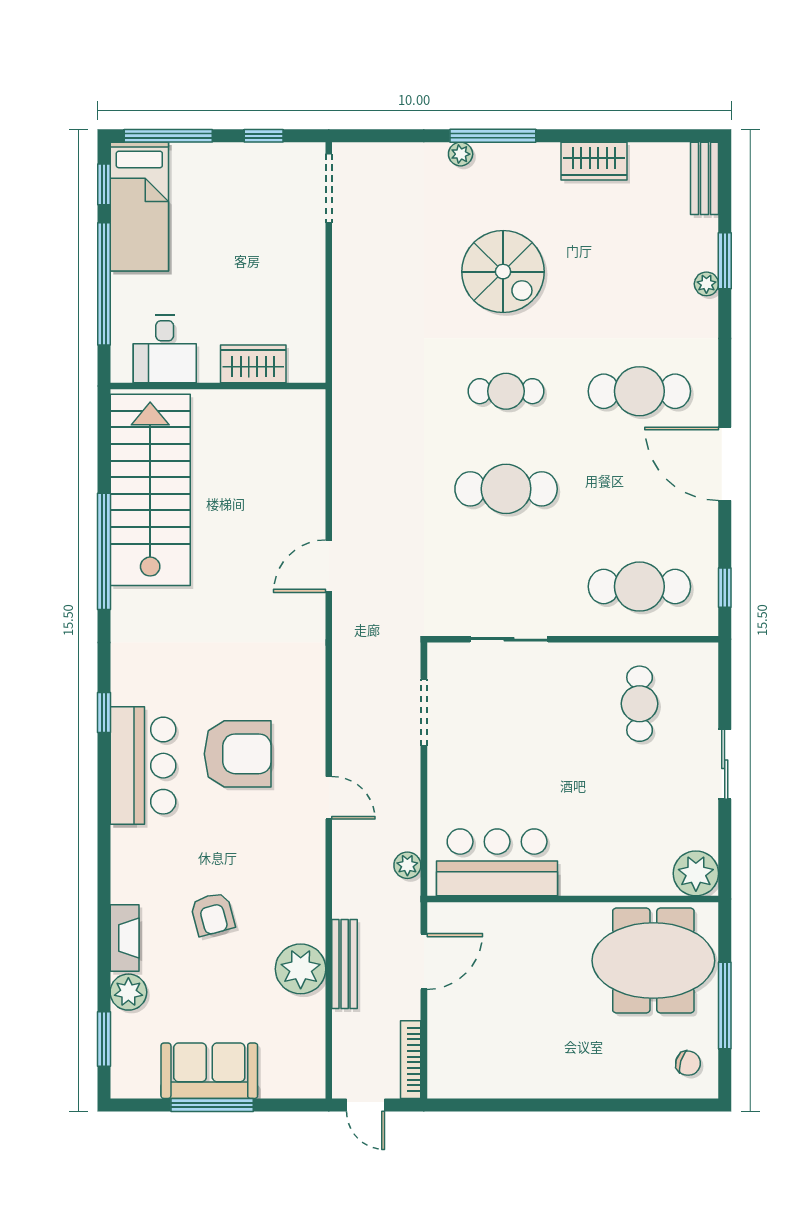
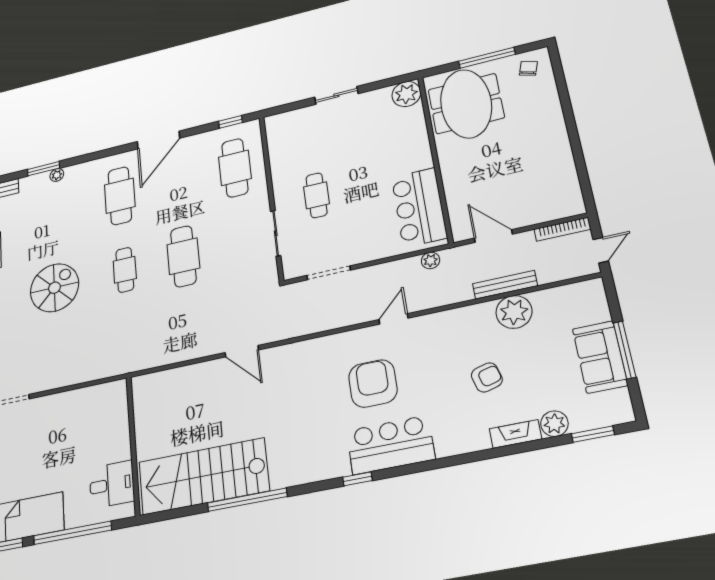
wardrobe: (253, 364) -> (118, 425), removed
cafe table: (640, 704) -> (317, 195), moved, turned 90

